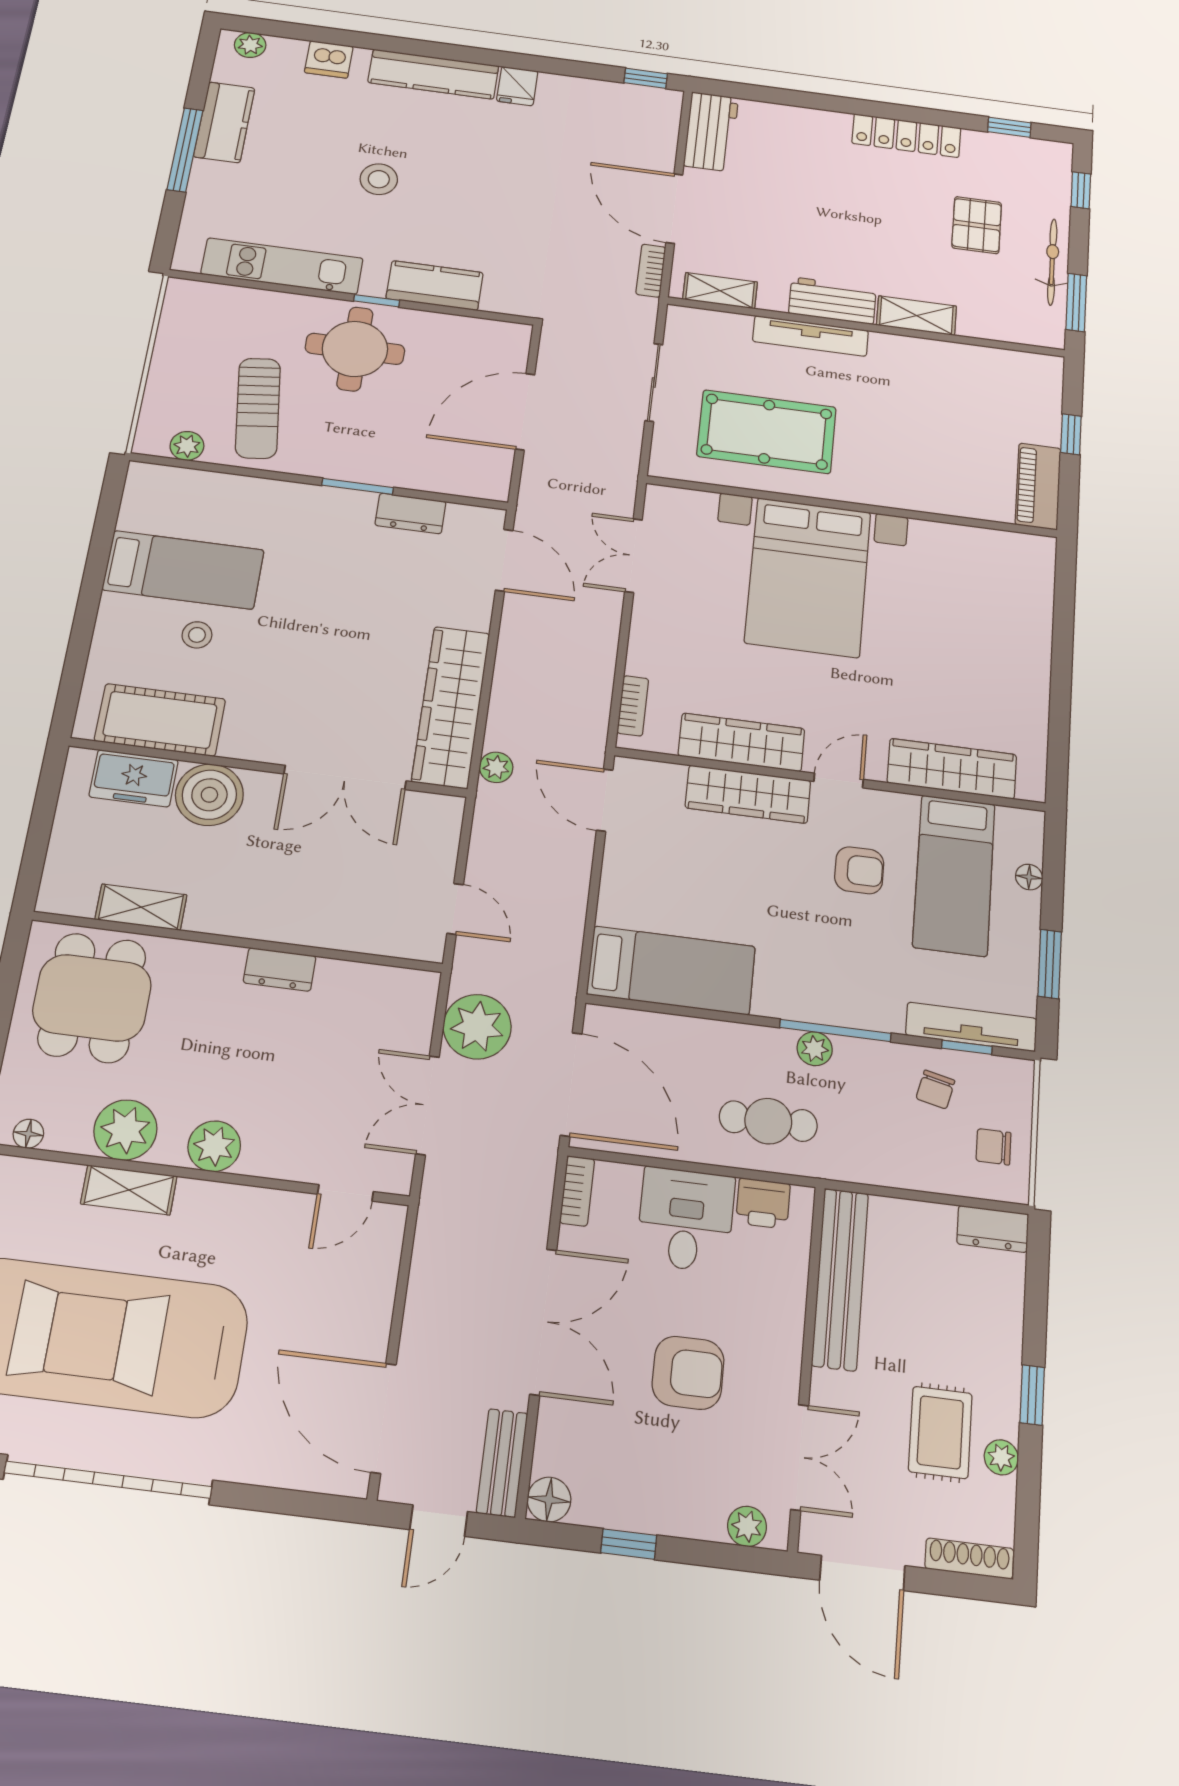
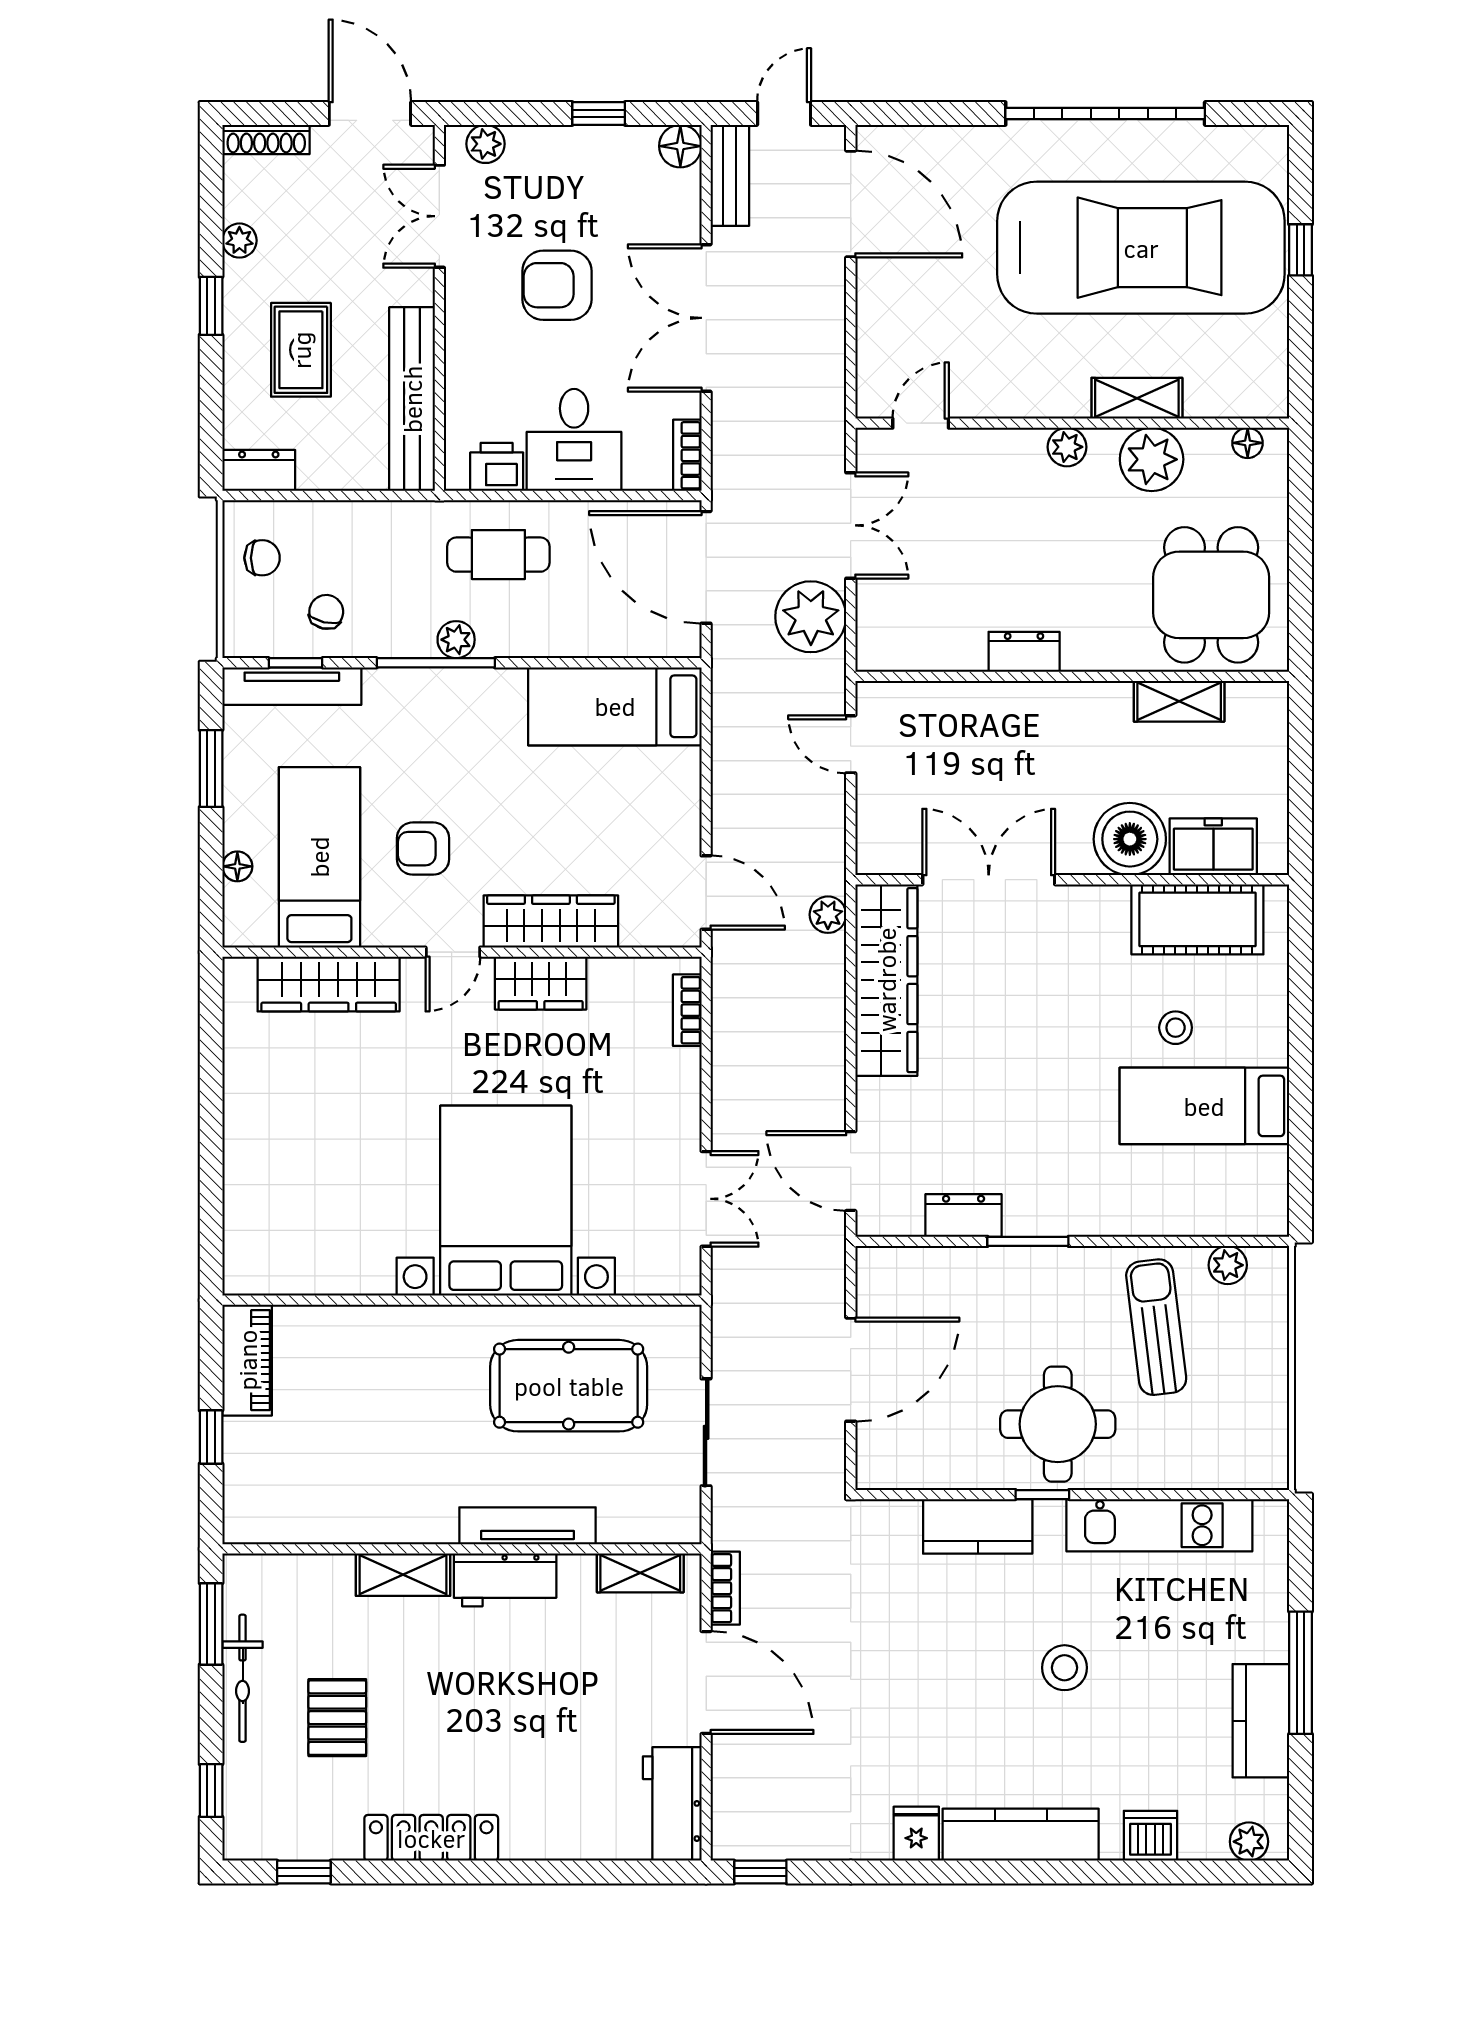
wardrobe: (741, 742) -> (541, 983), width x0.67
plant: (214, 1146) -> (1067, 447), width x0.73, depth x0.73
rug: (940, 1432) -> (301, 350), moved

